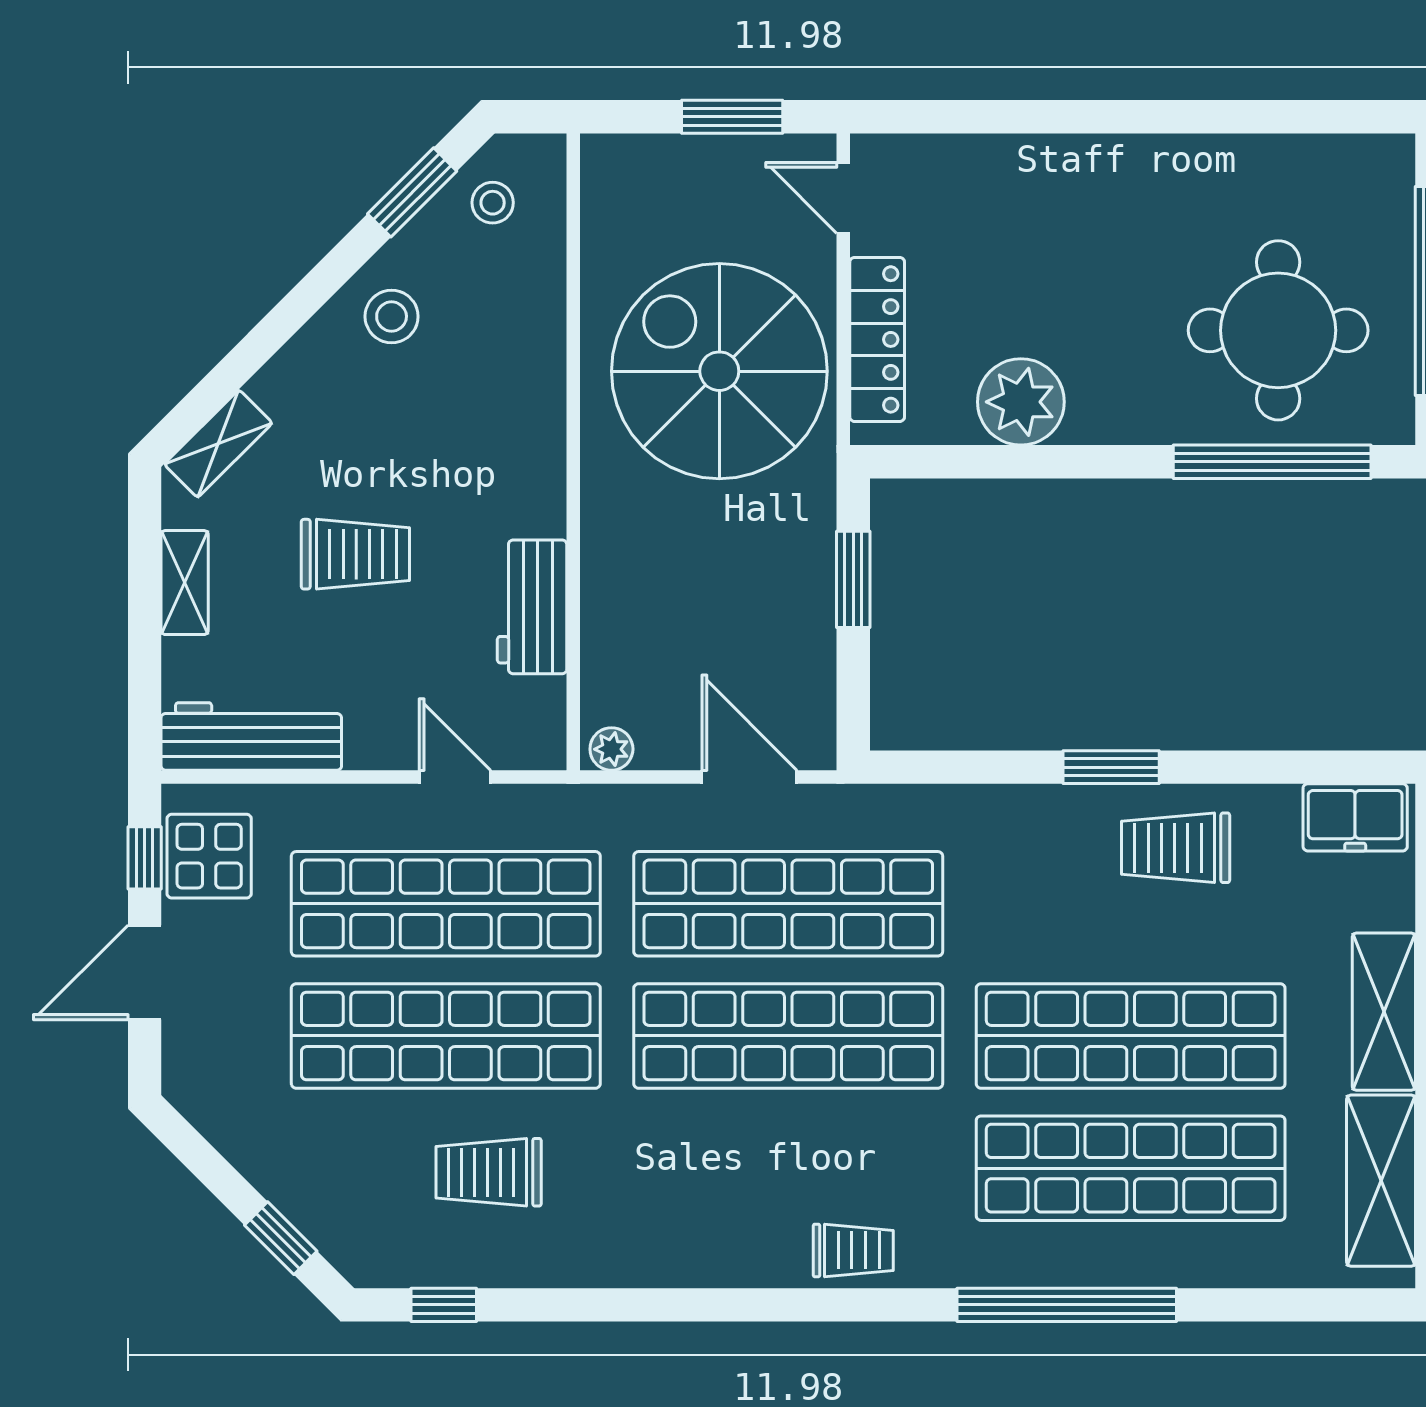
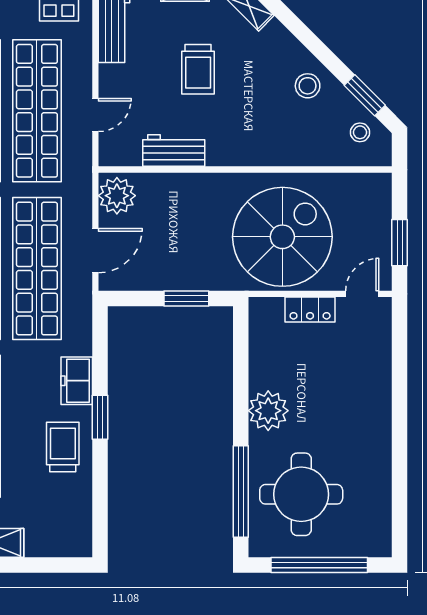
locker: (877, 339) -> (310, 310), width x0.66
plant: (1021, 402) -> (268, 411), moved
plant: (611, 749) -> (117, 196), width x1.87, depth x1.87
freezer: (1355, 817) -> (77, 381), moved

